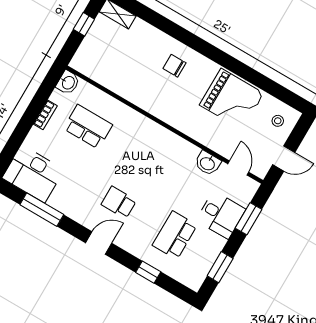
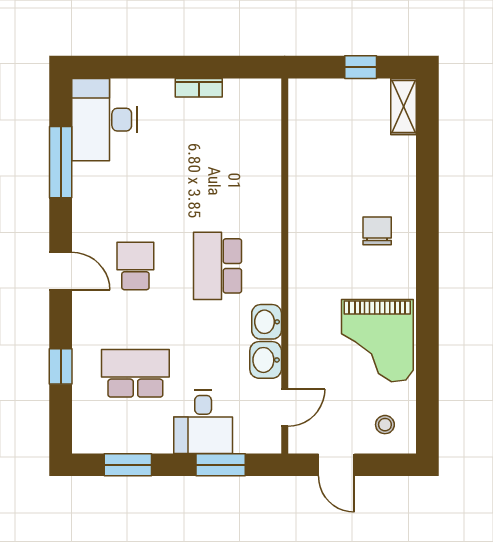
washbasin: (68, 83) -> (267, 322), moved, turned 90
school desk: (88, 127) -> (218, 266), moved, turned 180

